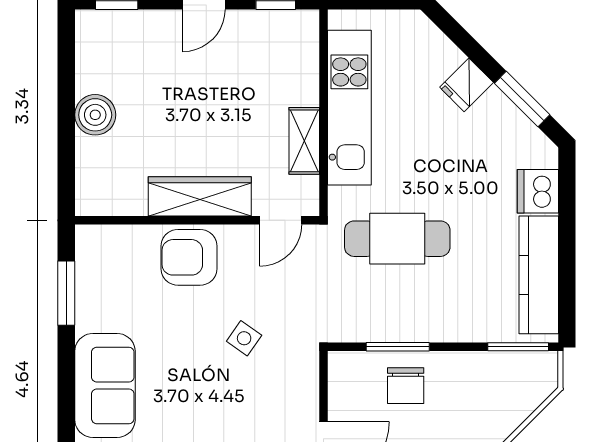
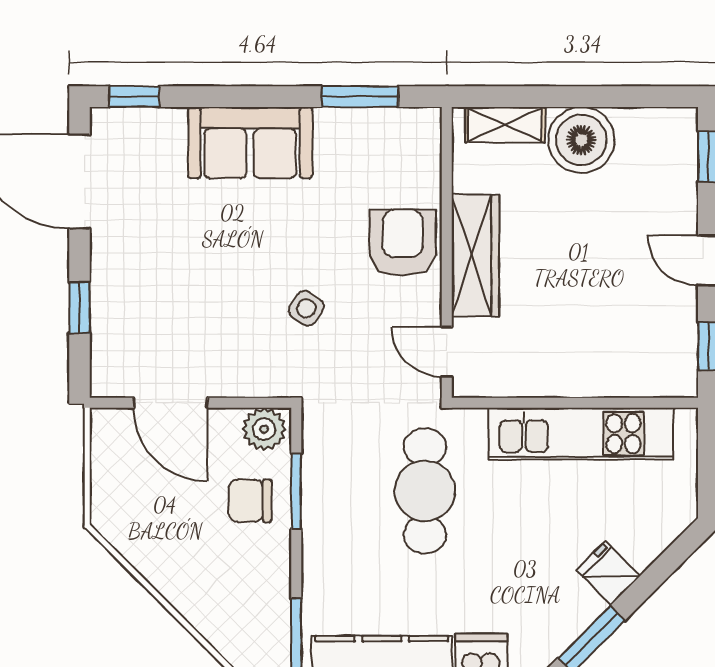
boiler: (95, 115) -> (581, 140), width x1.37, depth x1.37
shelving: (304, 141) -> (505, 125), moved
plant: (345, 374) -> (264, 429), added

